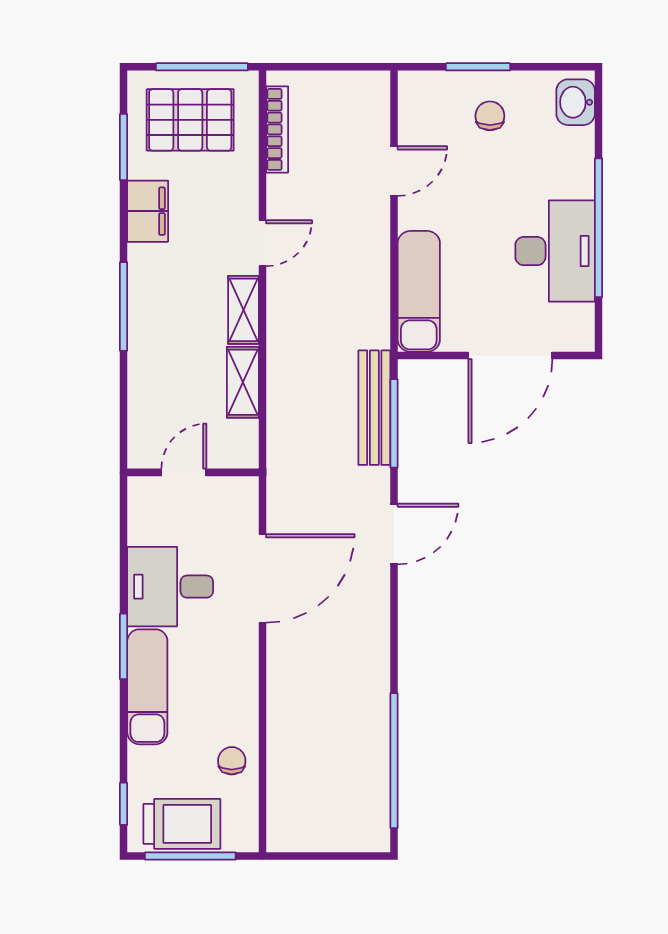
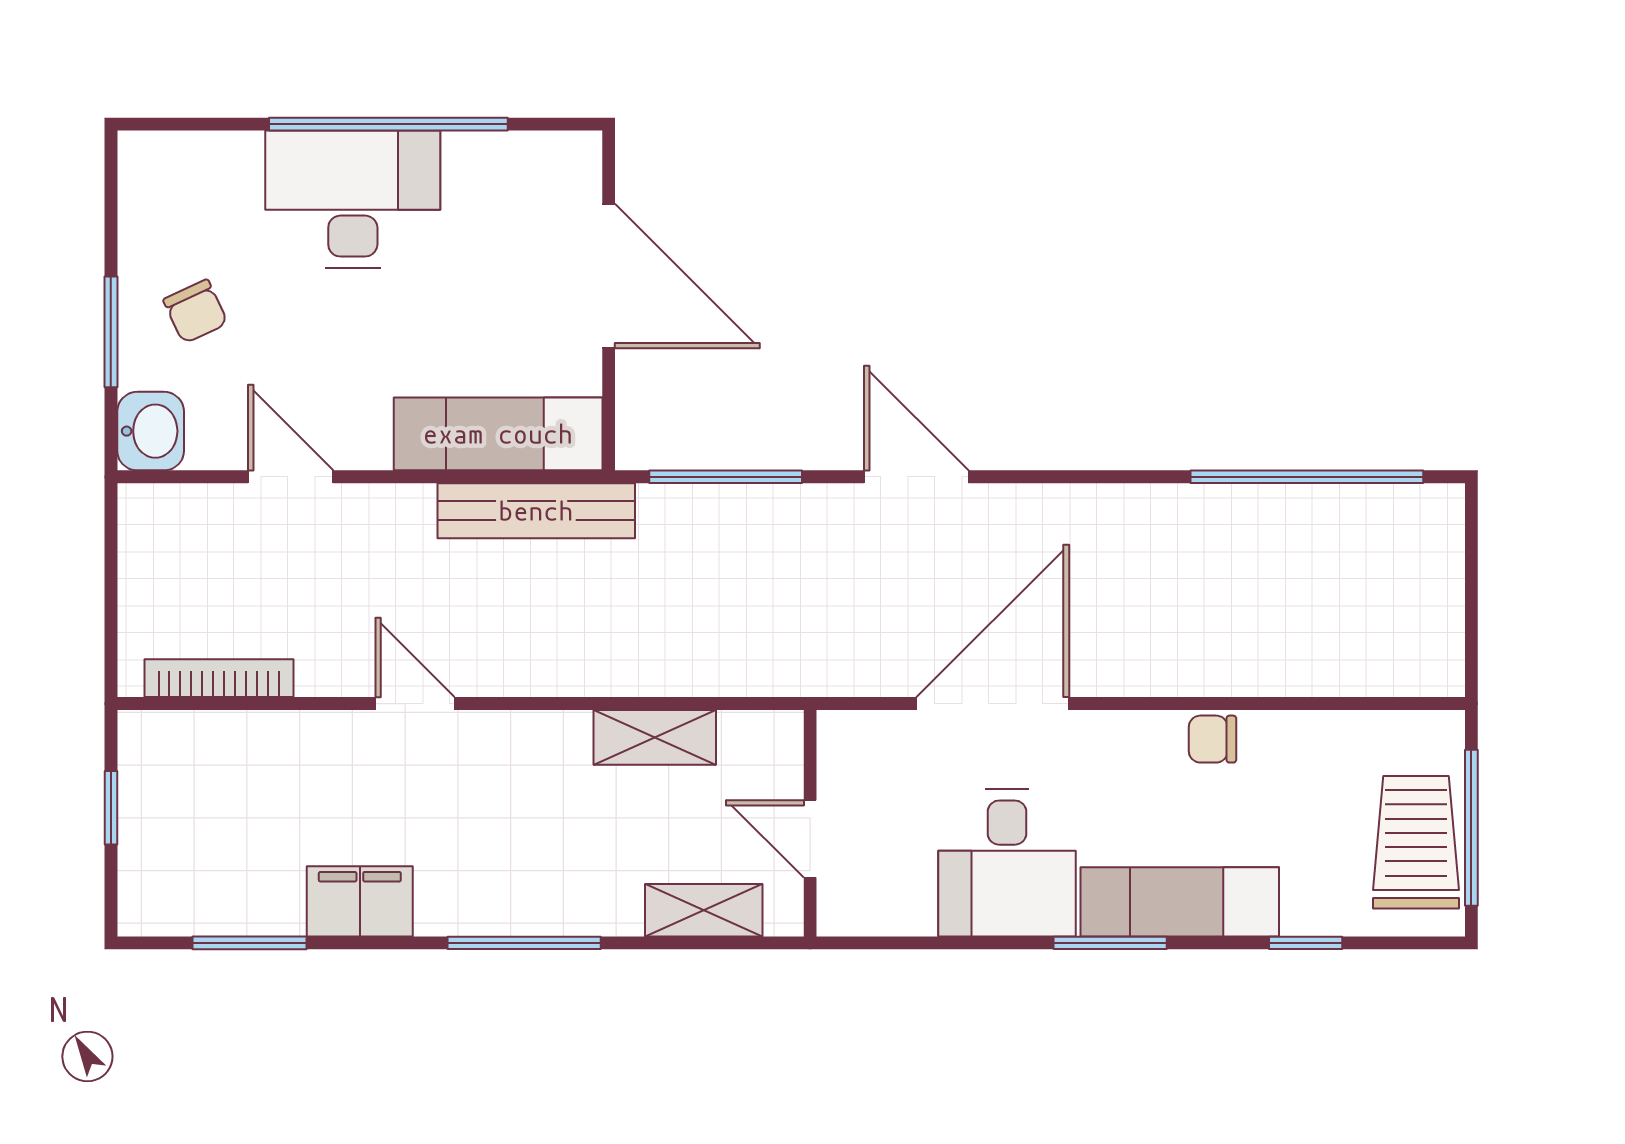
window: (202, 67) -> (111, 808), width x0.46
washbasin: (576, 102) -> (151, 431), moved, turned -90
chair: (490, 116) -> (195, 311), turned -115
pallet: (190, 120) -> (203, 828), removed
desk: (555, 251) -> (353, 199), moved
shelving: (243, 310) -> (704, 910), moved
bench: (374, 408) -> (536, 511), moved
door: (262, 578) -> (993, 704), hinge flipped
chair: (232, 761) -> (1212, 739), moved
window: (124, 804) -> (1306, 943), moved

